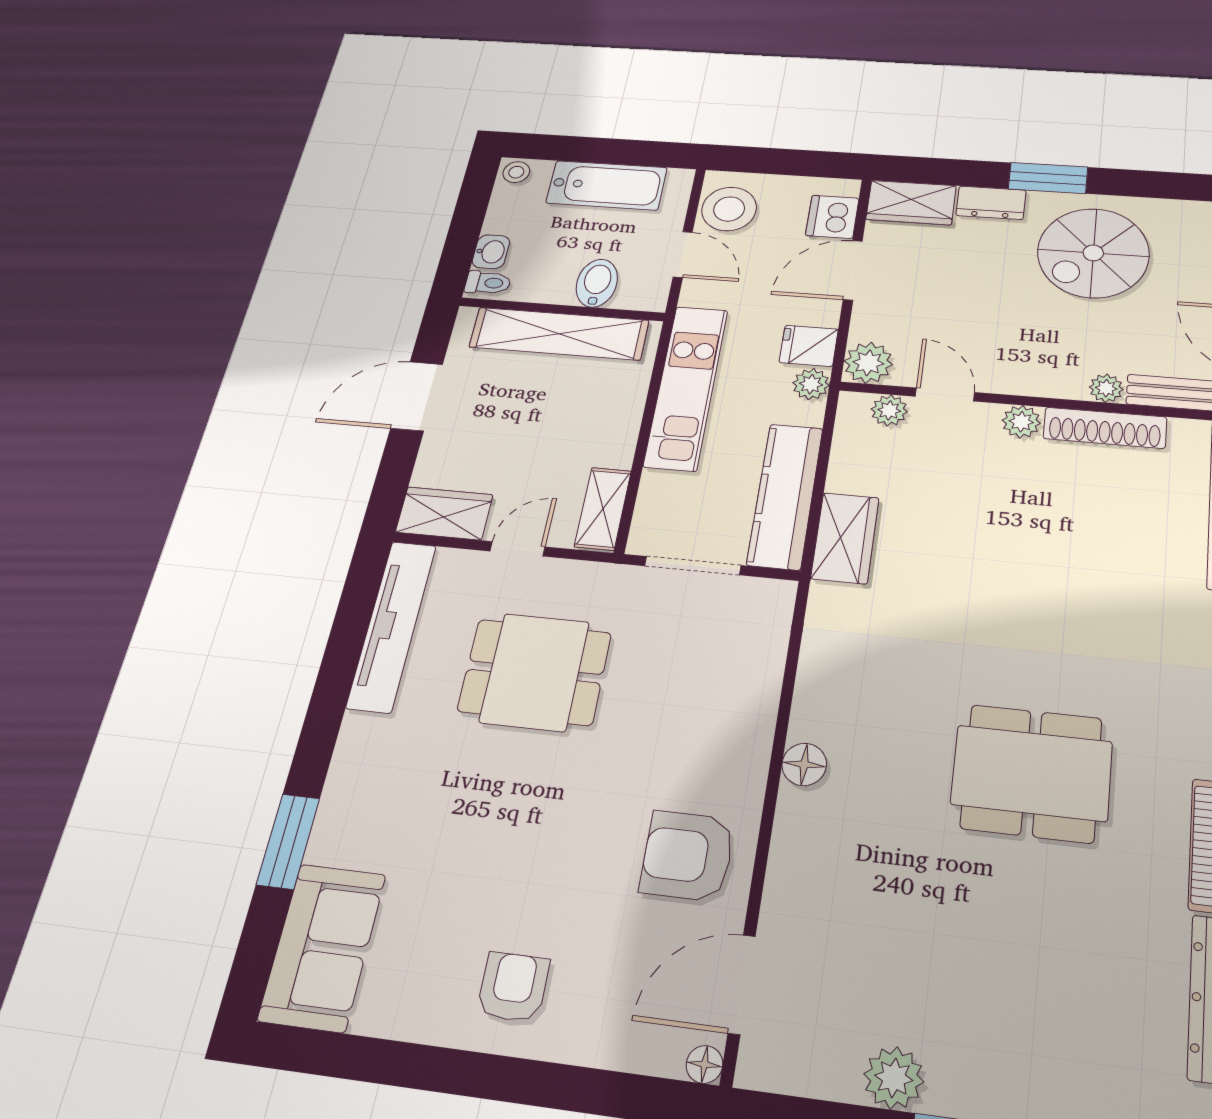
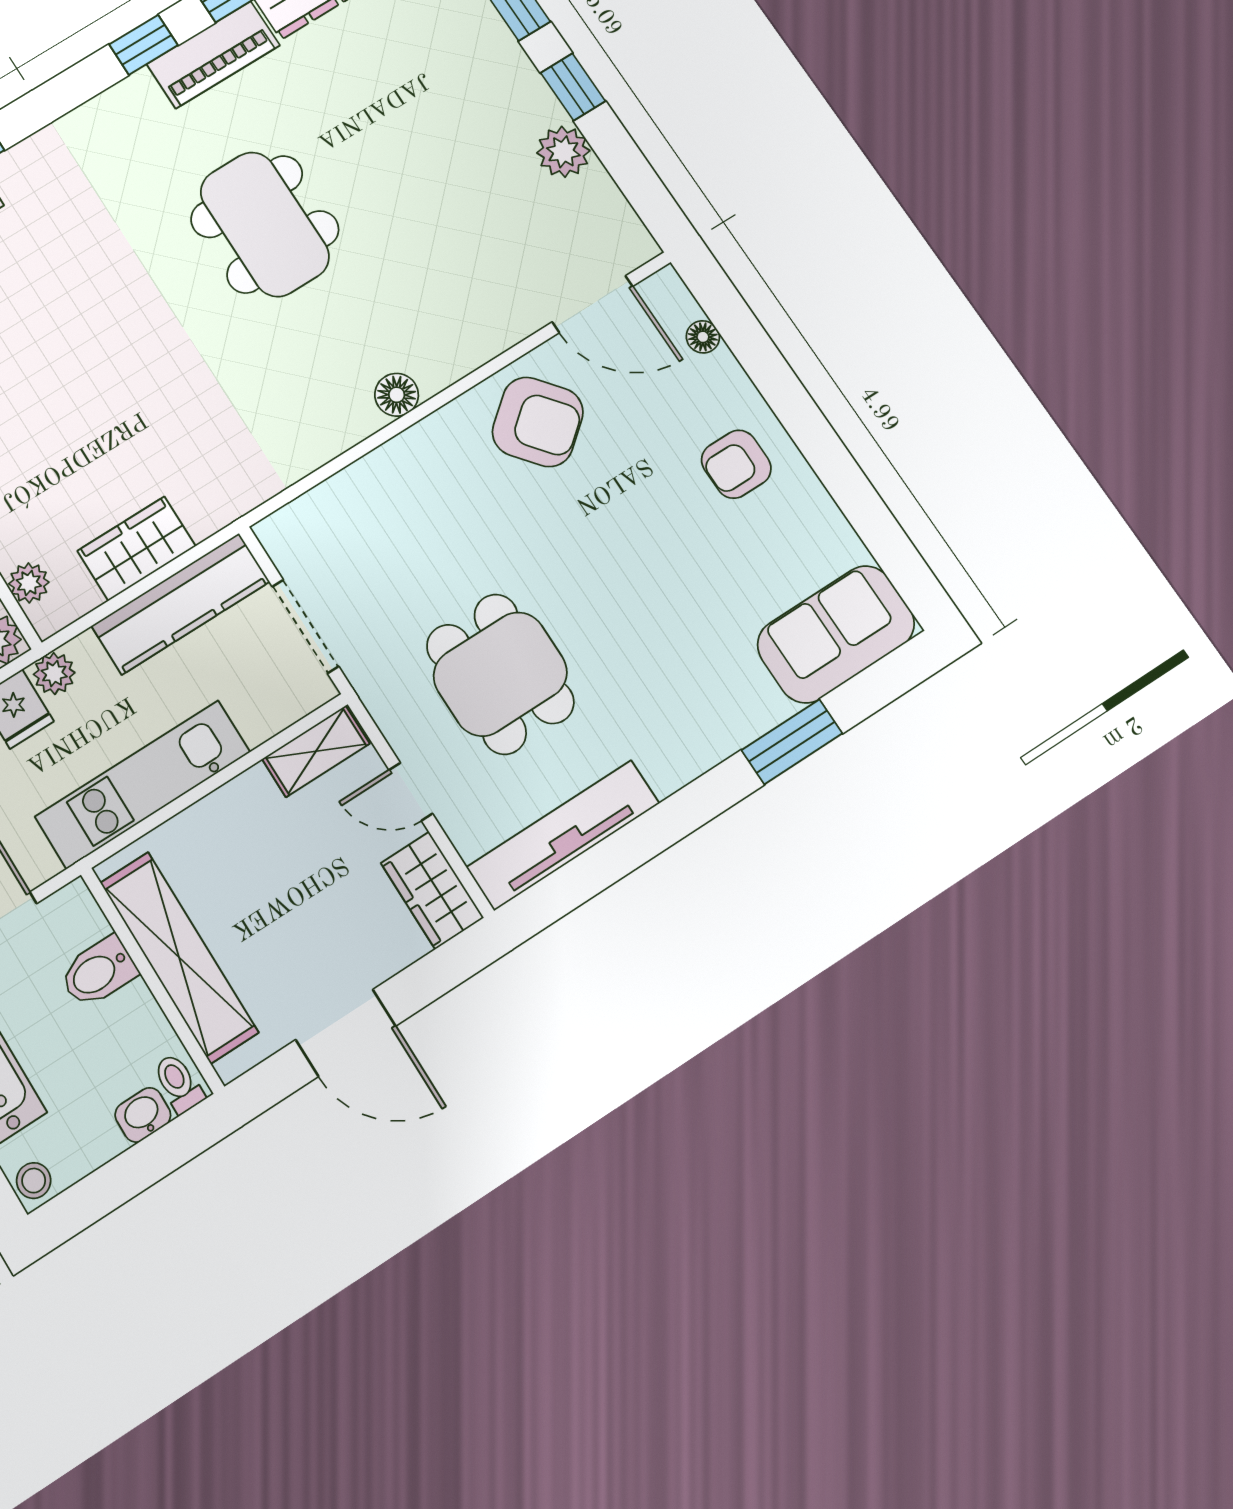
wardrobe: (845, 538) -> (136, 549), moved
armchair: (687, 856) -> (538, 422), turned -39
floor lamp: (704, 1064) -> (703, 337), moved

